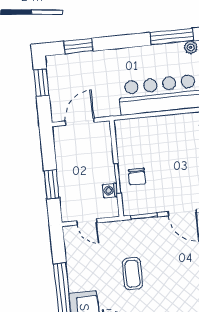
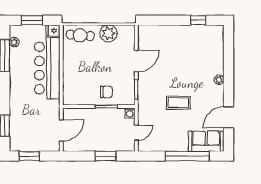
door: (80, 122) -> (61, 130), swing flipped
washing machine: (110, 190) -> (130, 113), moved

